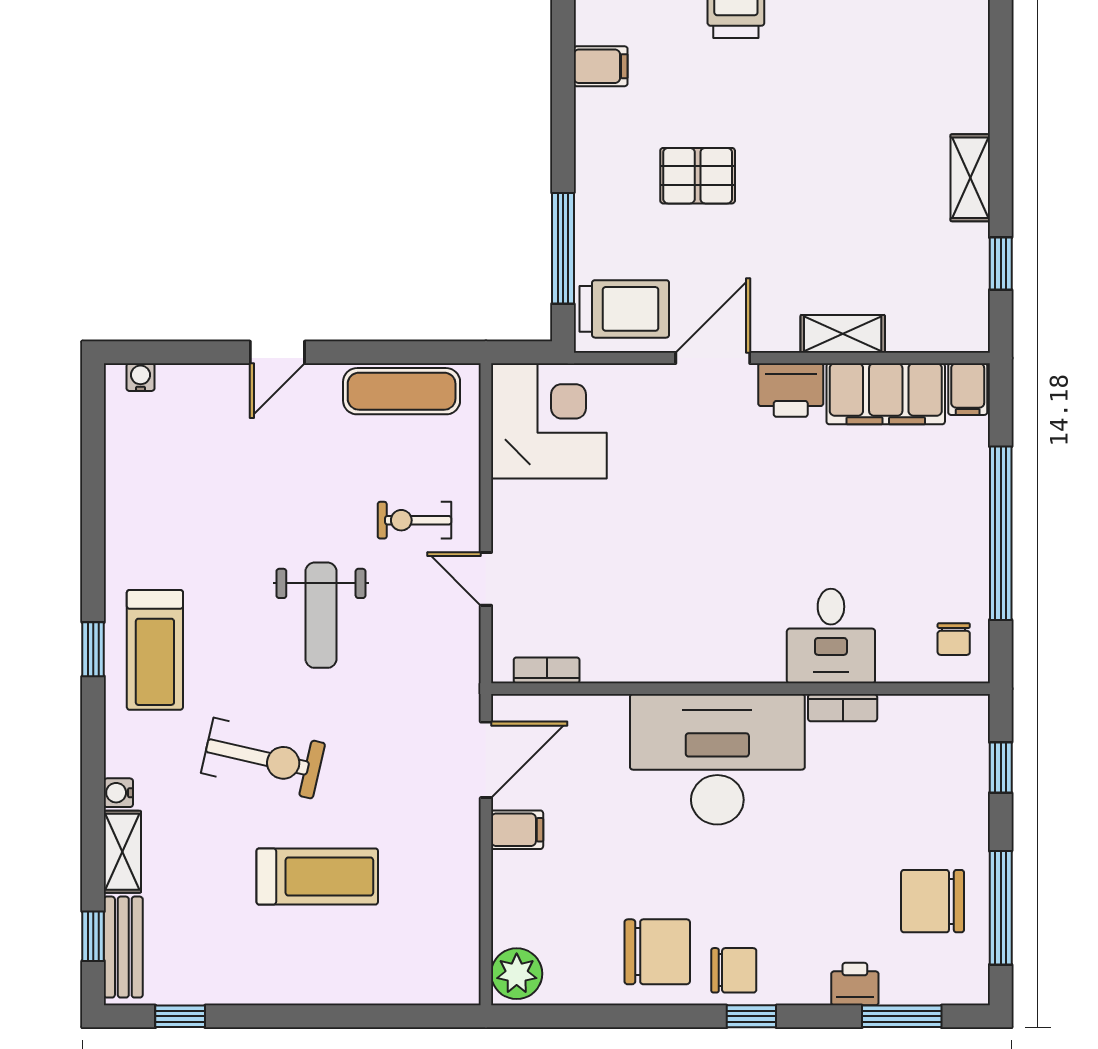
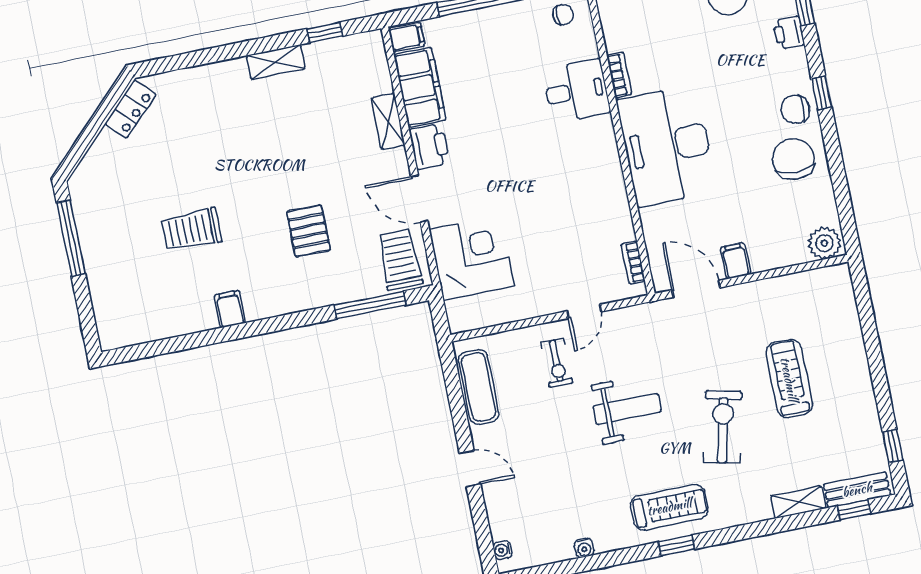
filing cabinet: (601, 66) -> (230, 309), moved
corner desk: (549, 421) -> (472, 258), moved, turned 90
water cooler: (118, 793) -> (584, 548), moved
chair: (734, 970) -> (795, 109), turned -90

